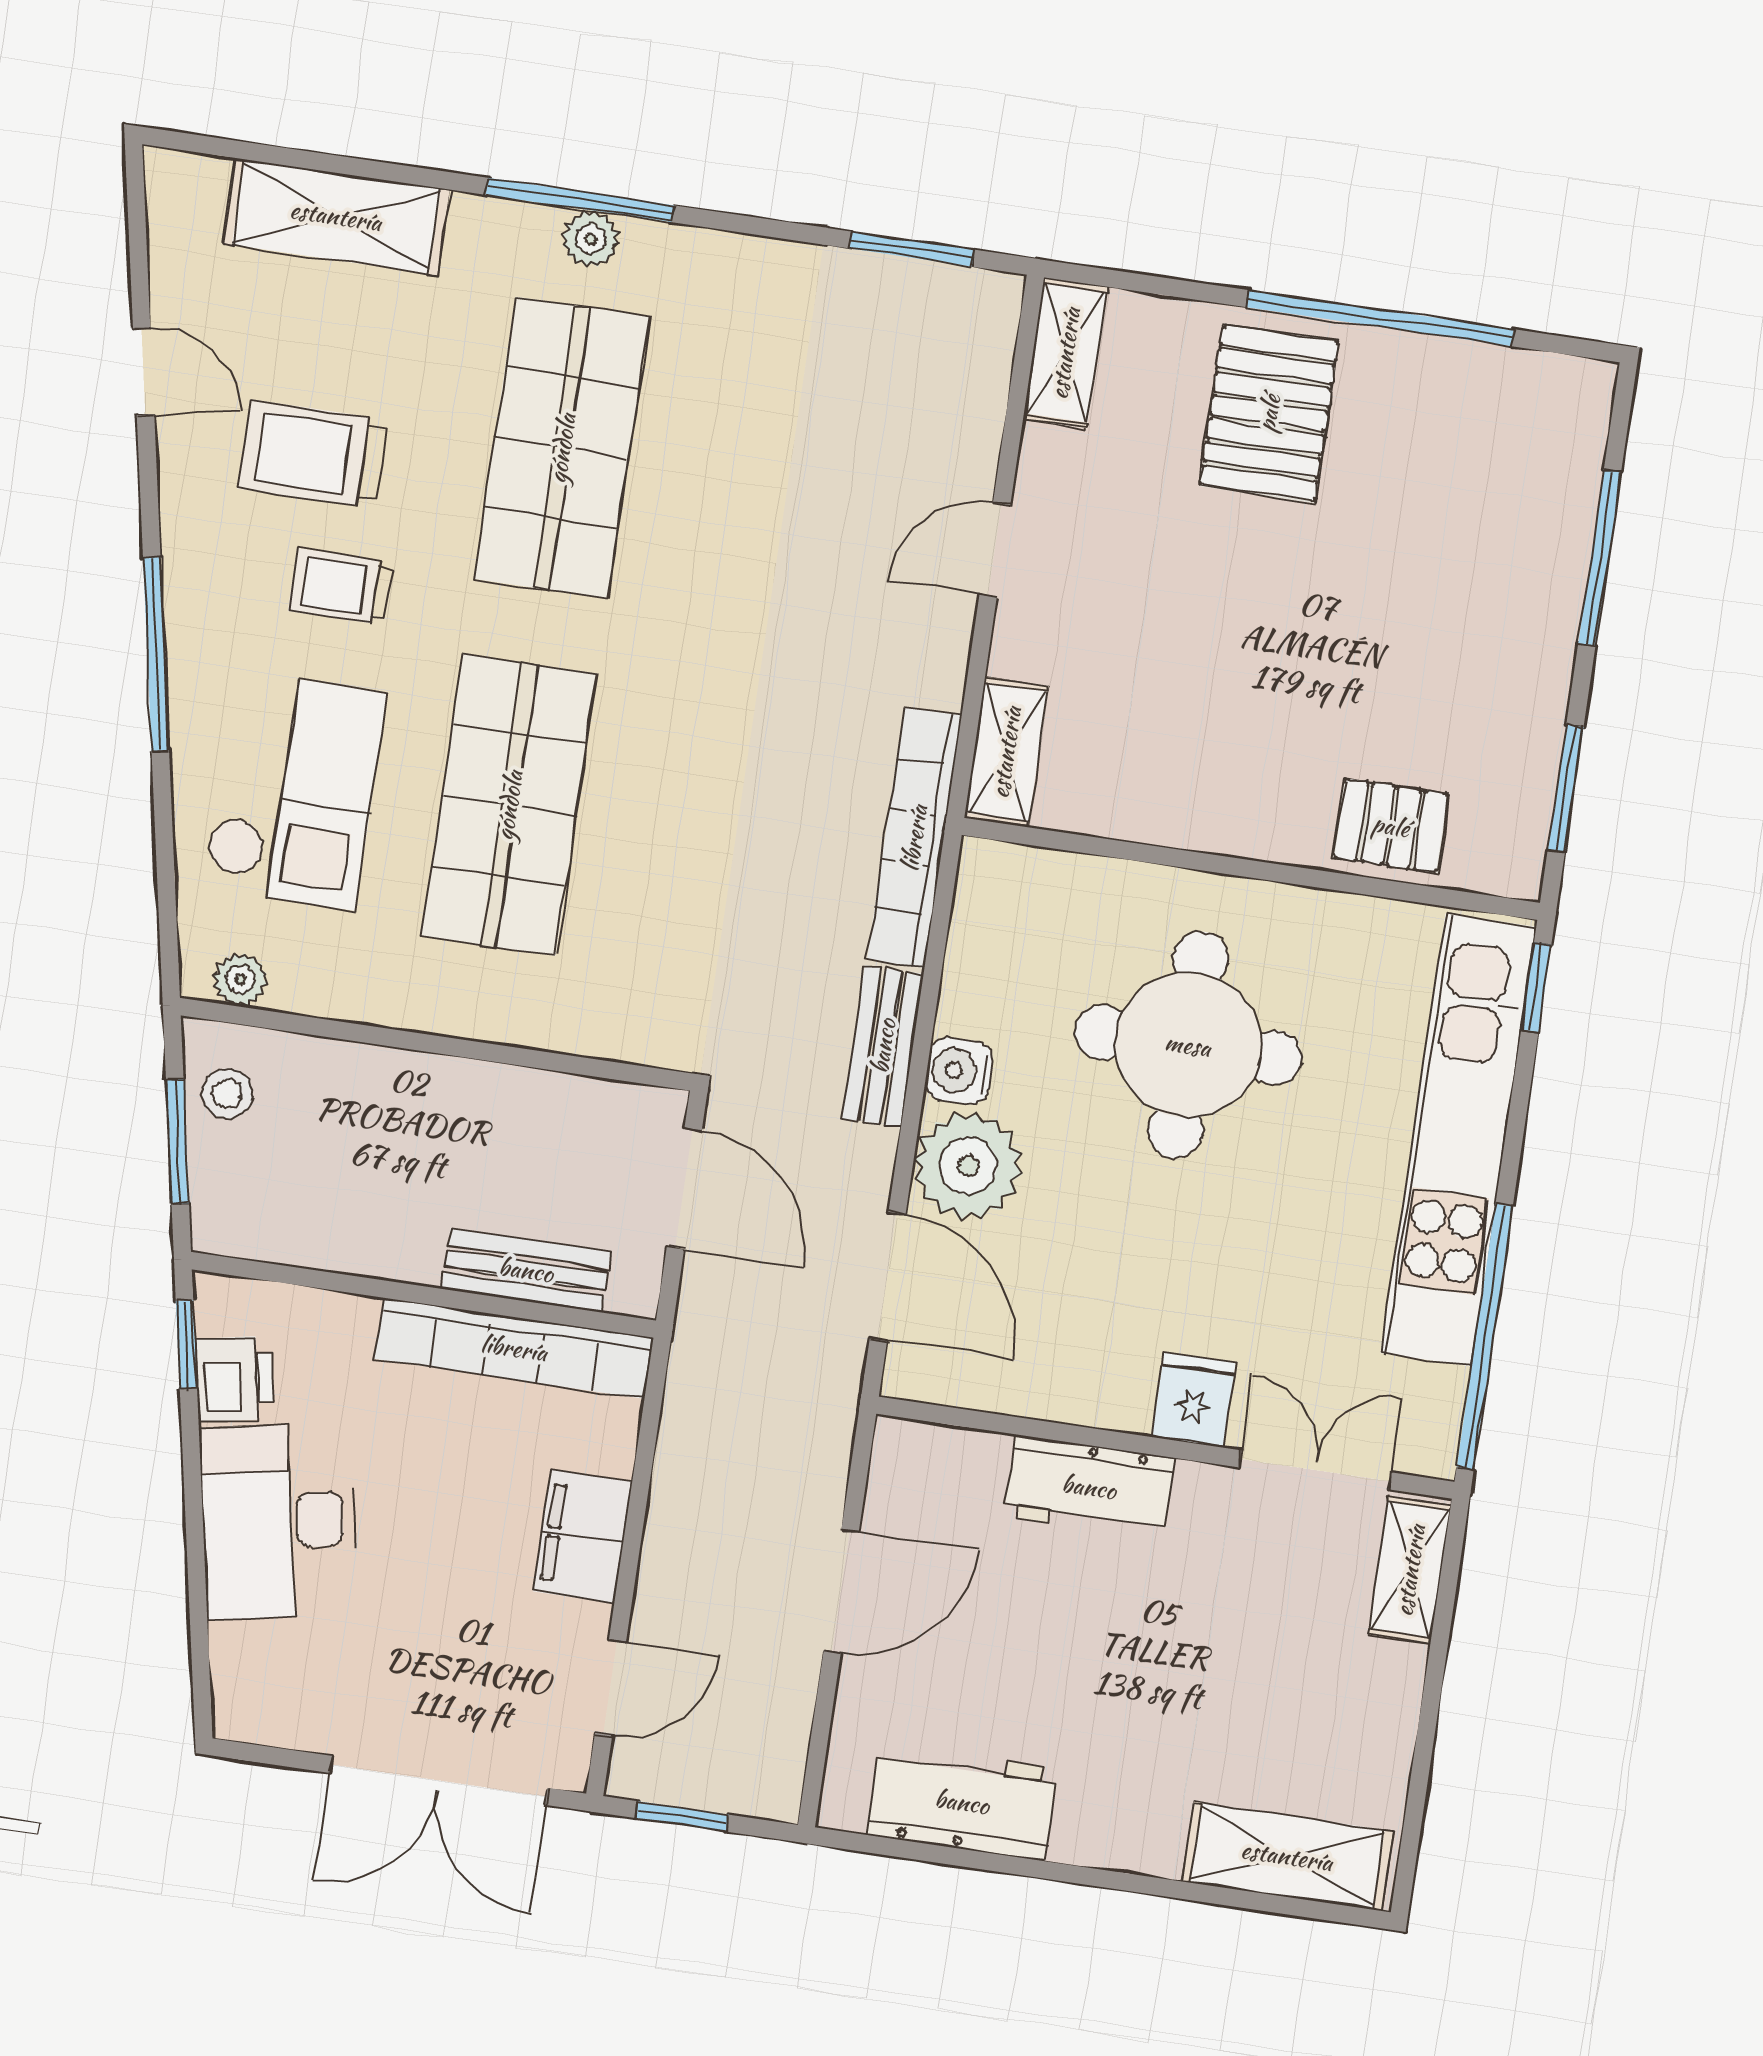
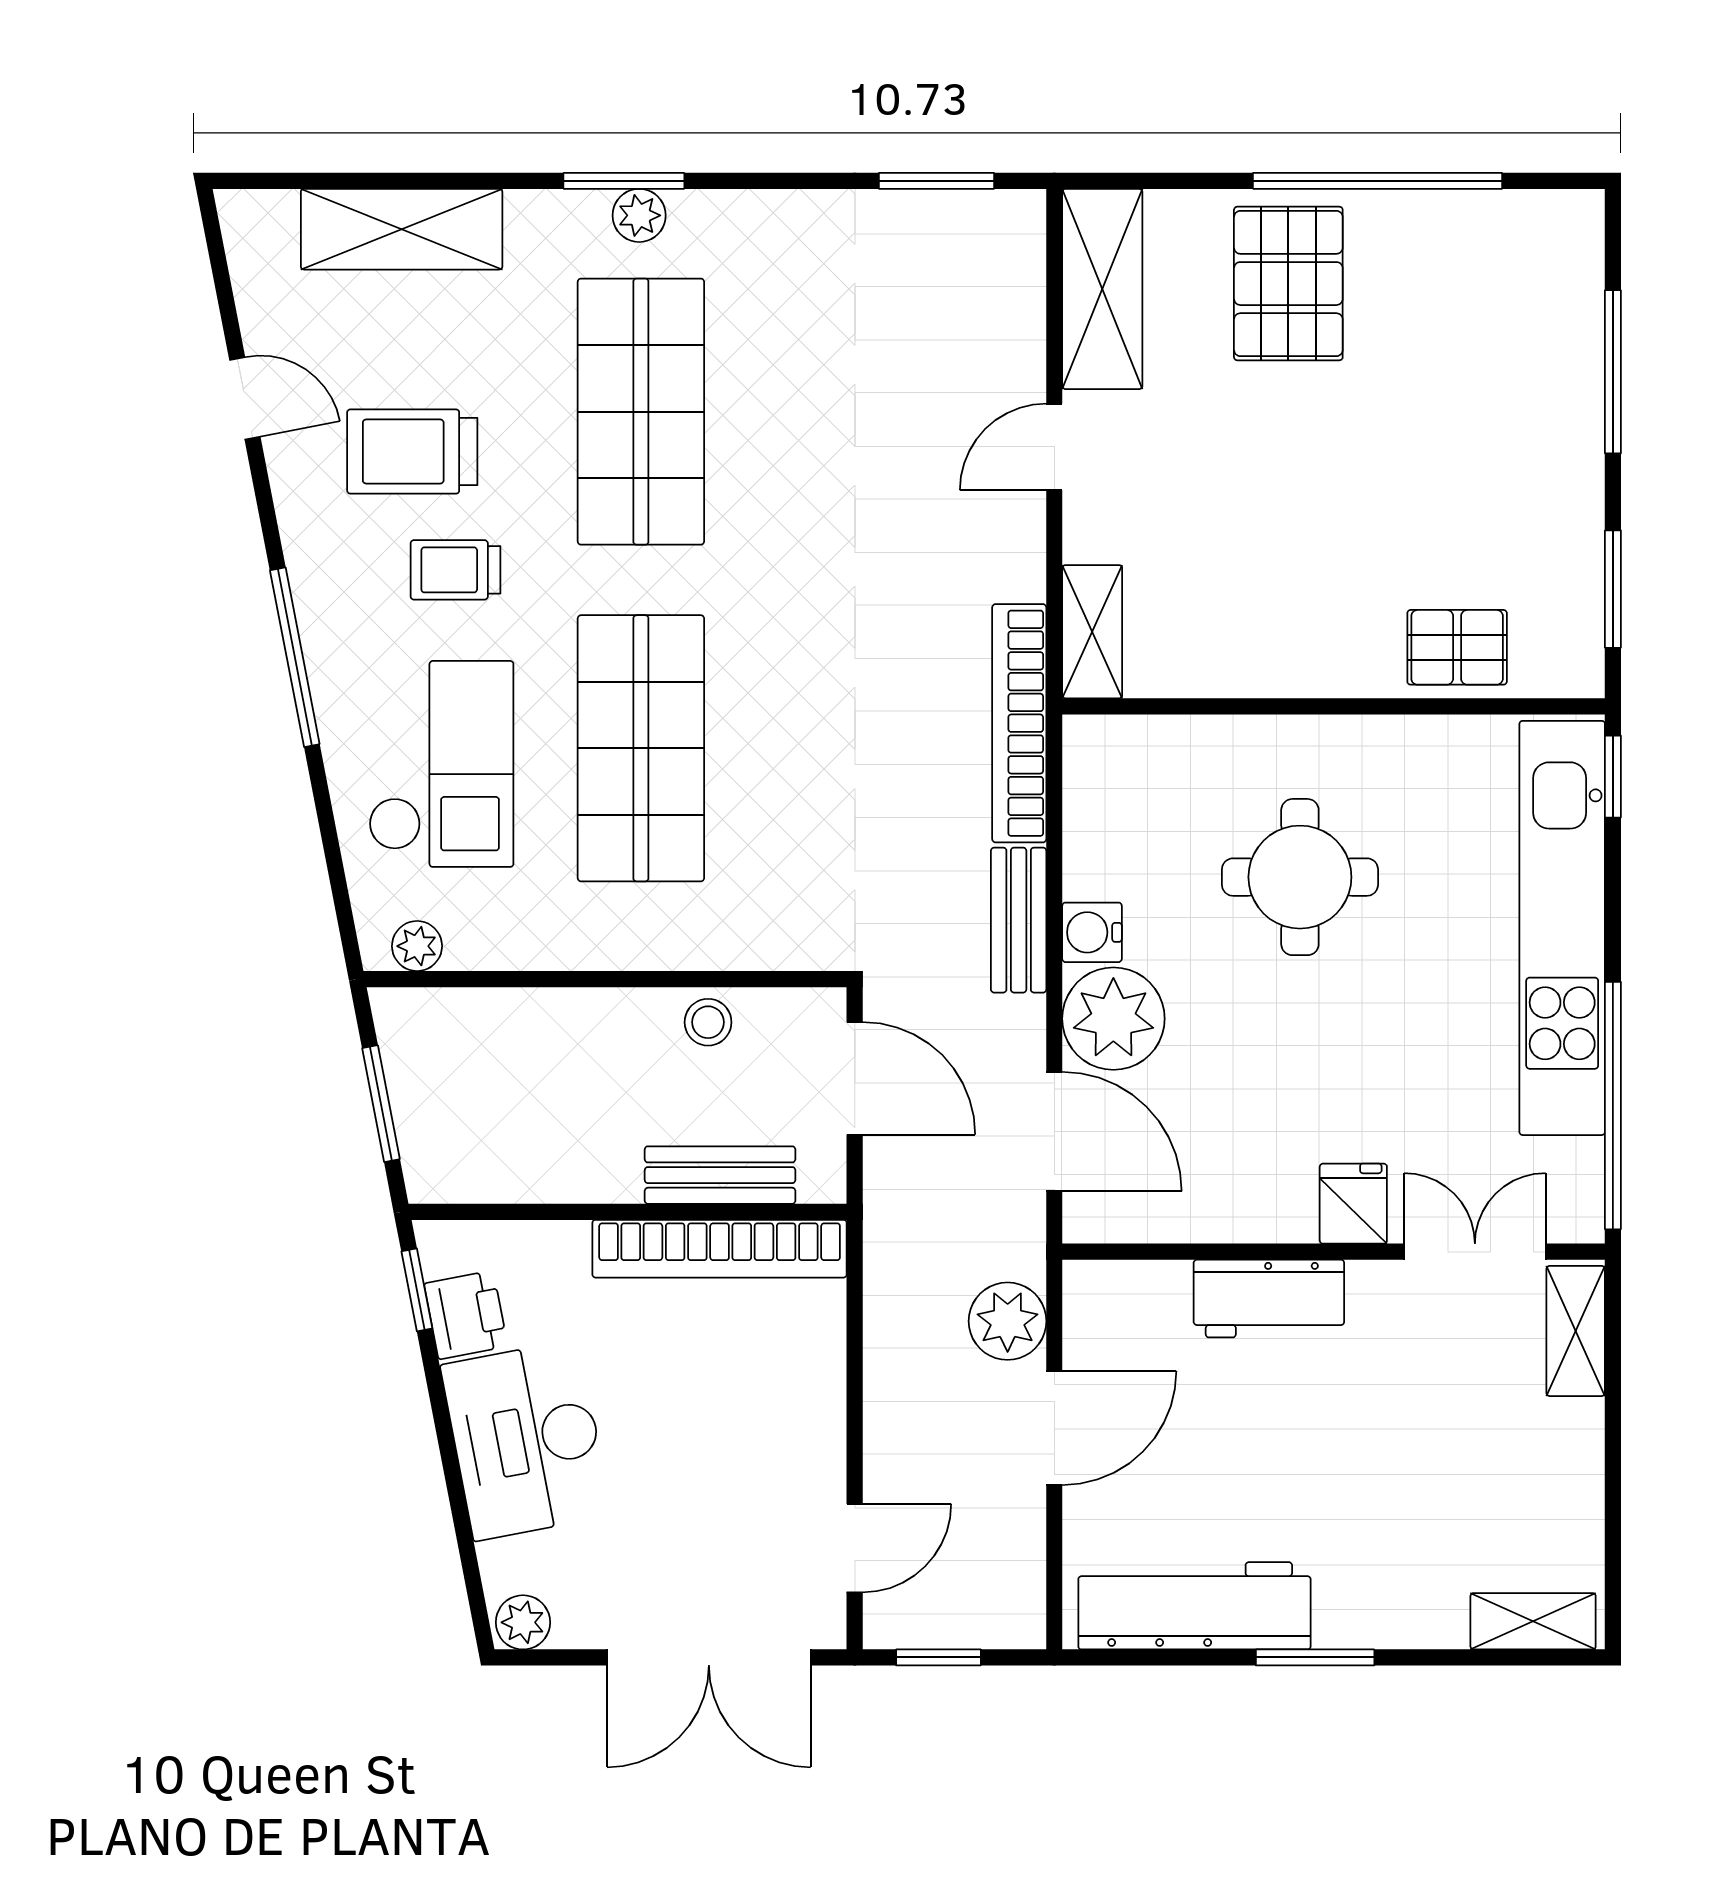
window: (580, 200) -> (624, 181), width x0.69
shelving: (1065, 353) -> (1102, 289), width x1.50, depth x1.33
round table: (1188, 1045) -> (1300, 877), width x0.73, depth x0.73
stool: (227, 1094) -> (708, 1022), moved
plant: (808, 1470) -> (1008, 1321), added
filing cabinet: (583, 1536) -> (808, 1413), removed
plant: (247, 1714) -> (523, 1622), added
workbench: (962, 1802) -> (1194, 1606), width x1.38
shelving: (1287, 1856) -> (1533, 1621), width x0.67, depth x0.75
window: (1082, 1875) -> (1315, 1657), added

